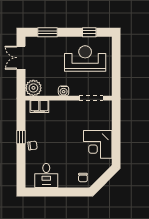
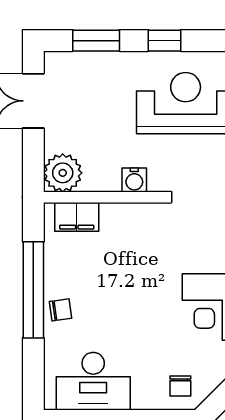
window: (89, 32) -> (164, 41), moved
window: (21, 137) -> (33, 290), width x3.17
desk: (46, 176) -> (93, 381), width x1.37

